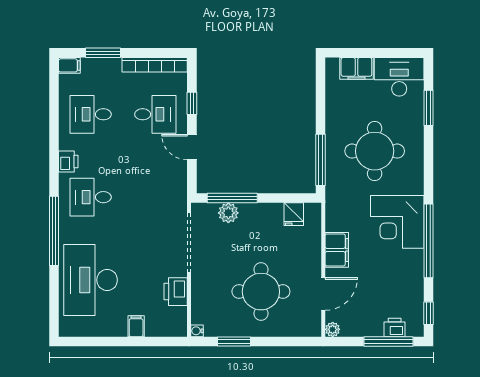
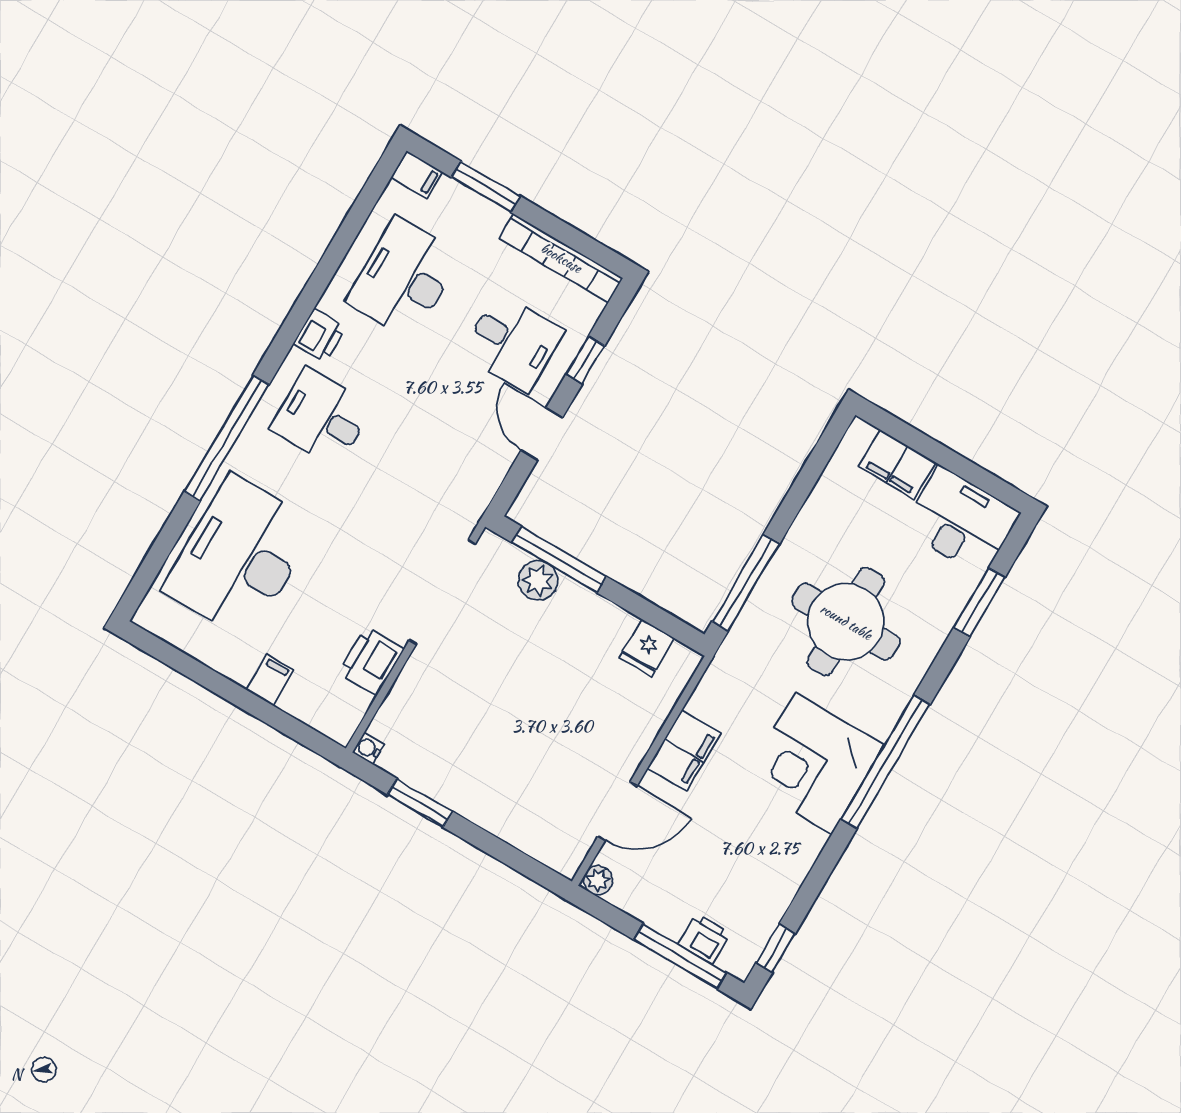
desk: (91, 114) -> (404, 278), width x1.37
window: (429, 241) -> (885, 762), moved
round table: (261, 292) -> (515, 745), removed

